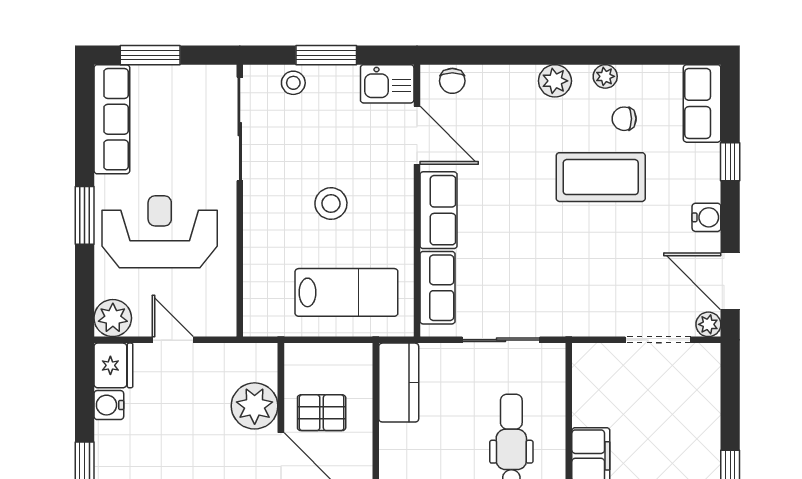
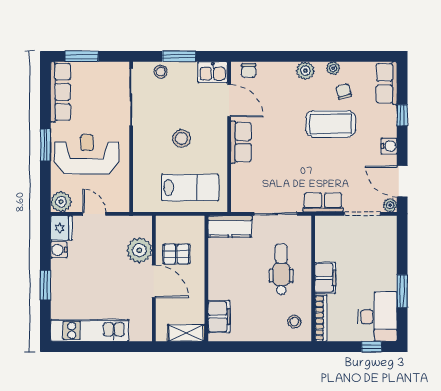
chair: (624, 119) -> (344, 92), turned 75
row of seats: (438, 288) -> (323, 202), moved, turned -90
kitchen counter: (399, 383) -> (230, 226), moved, turned 90

